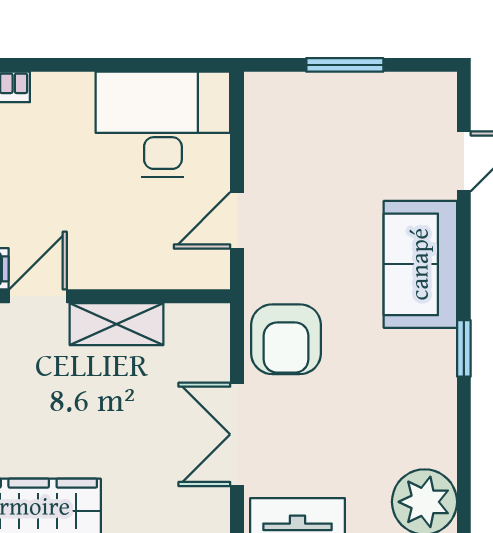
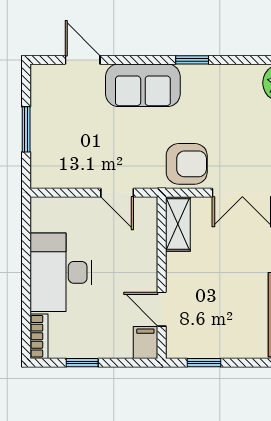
desk: (163, 125) -> (61, 272), moved
shelving: (117, 324) -> (178, 224), moved

